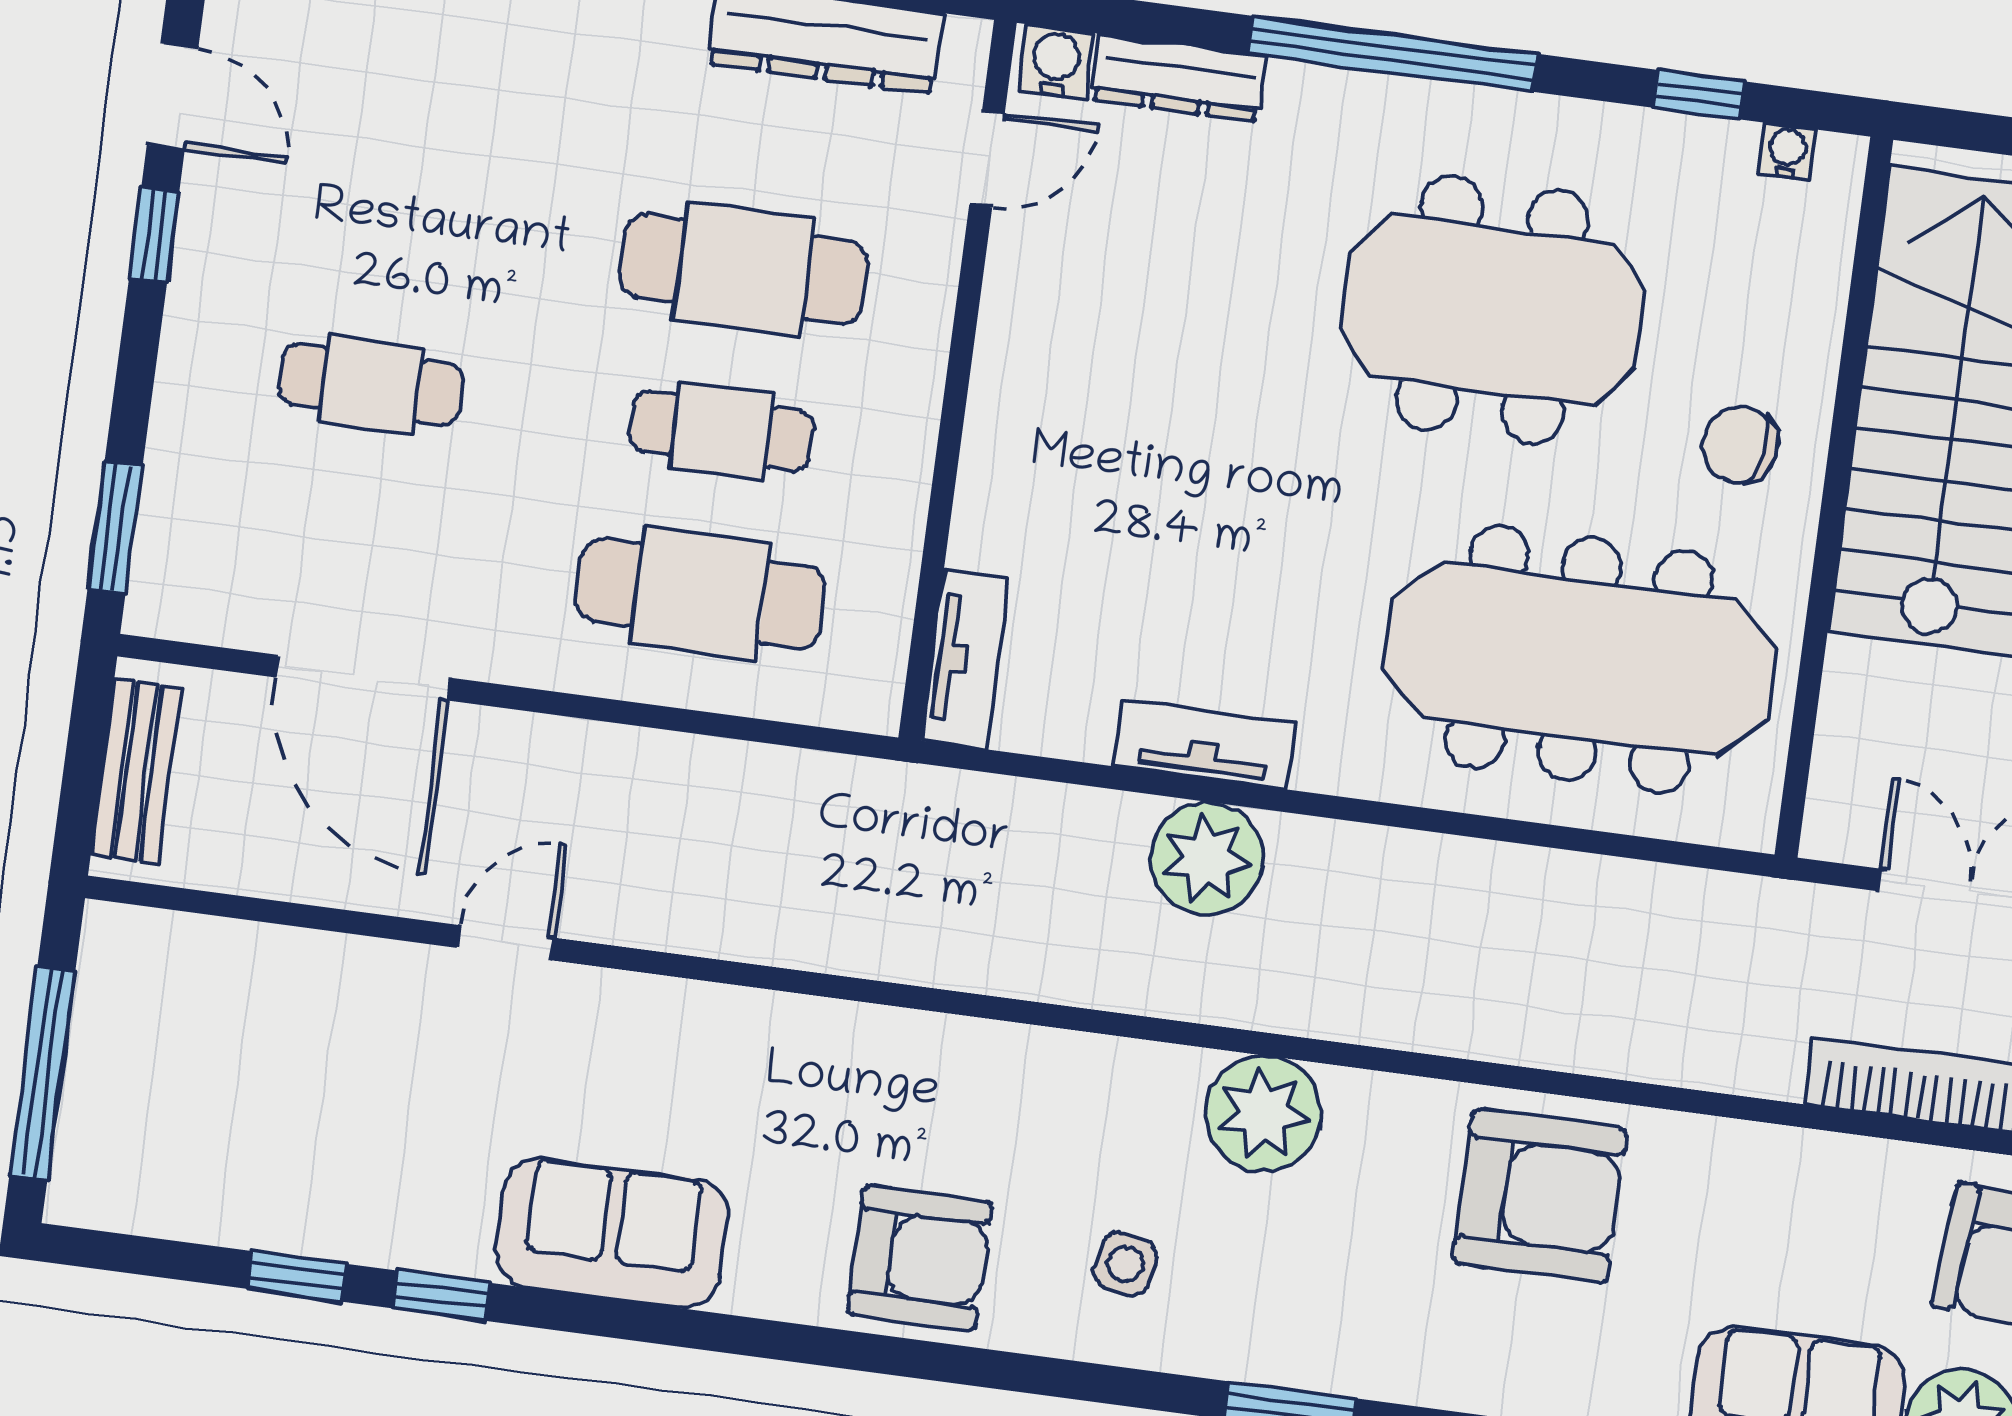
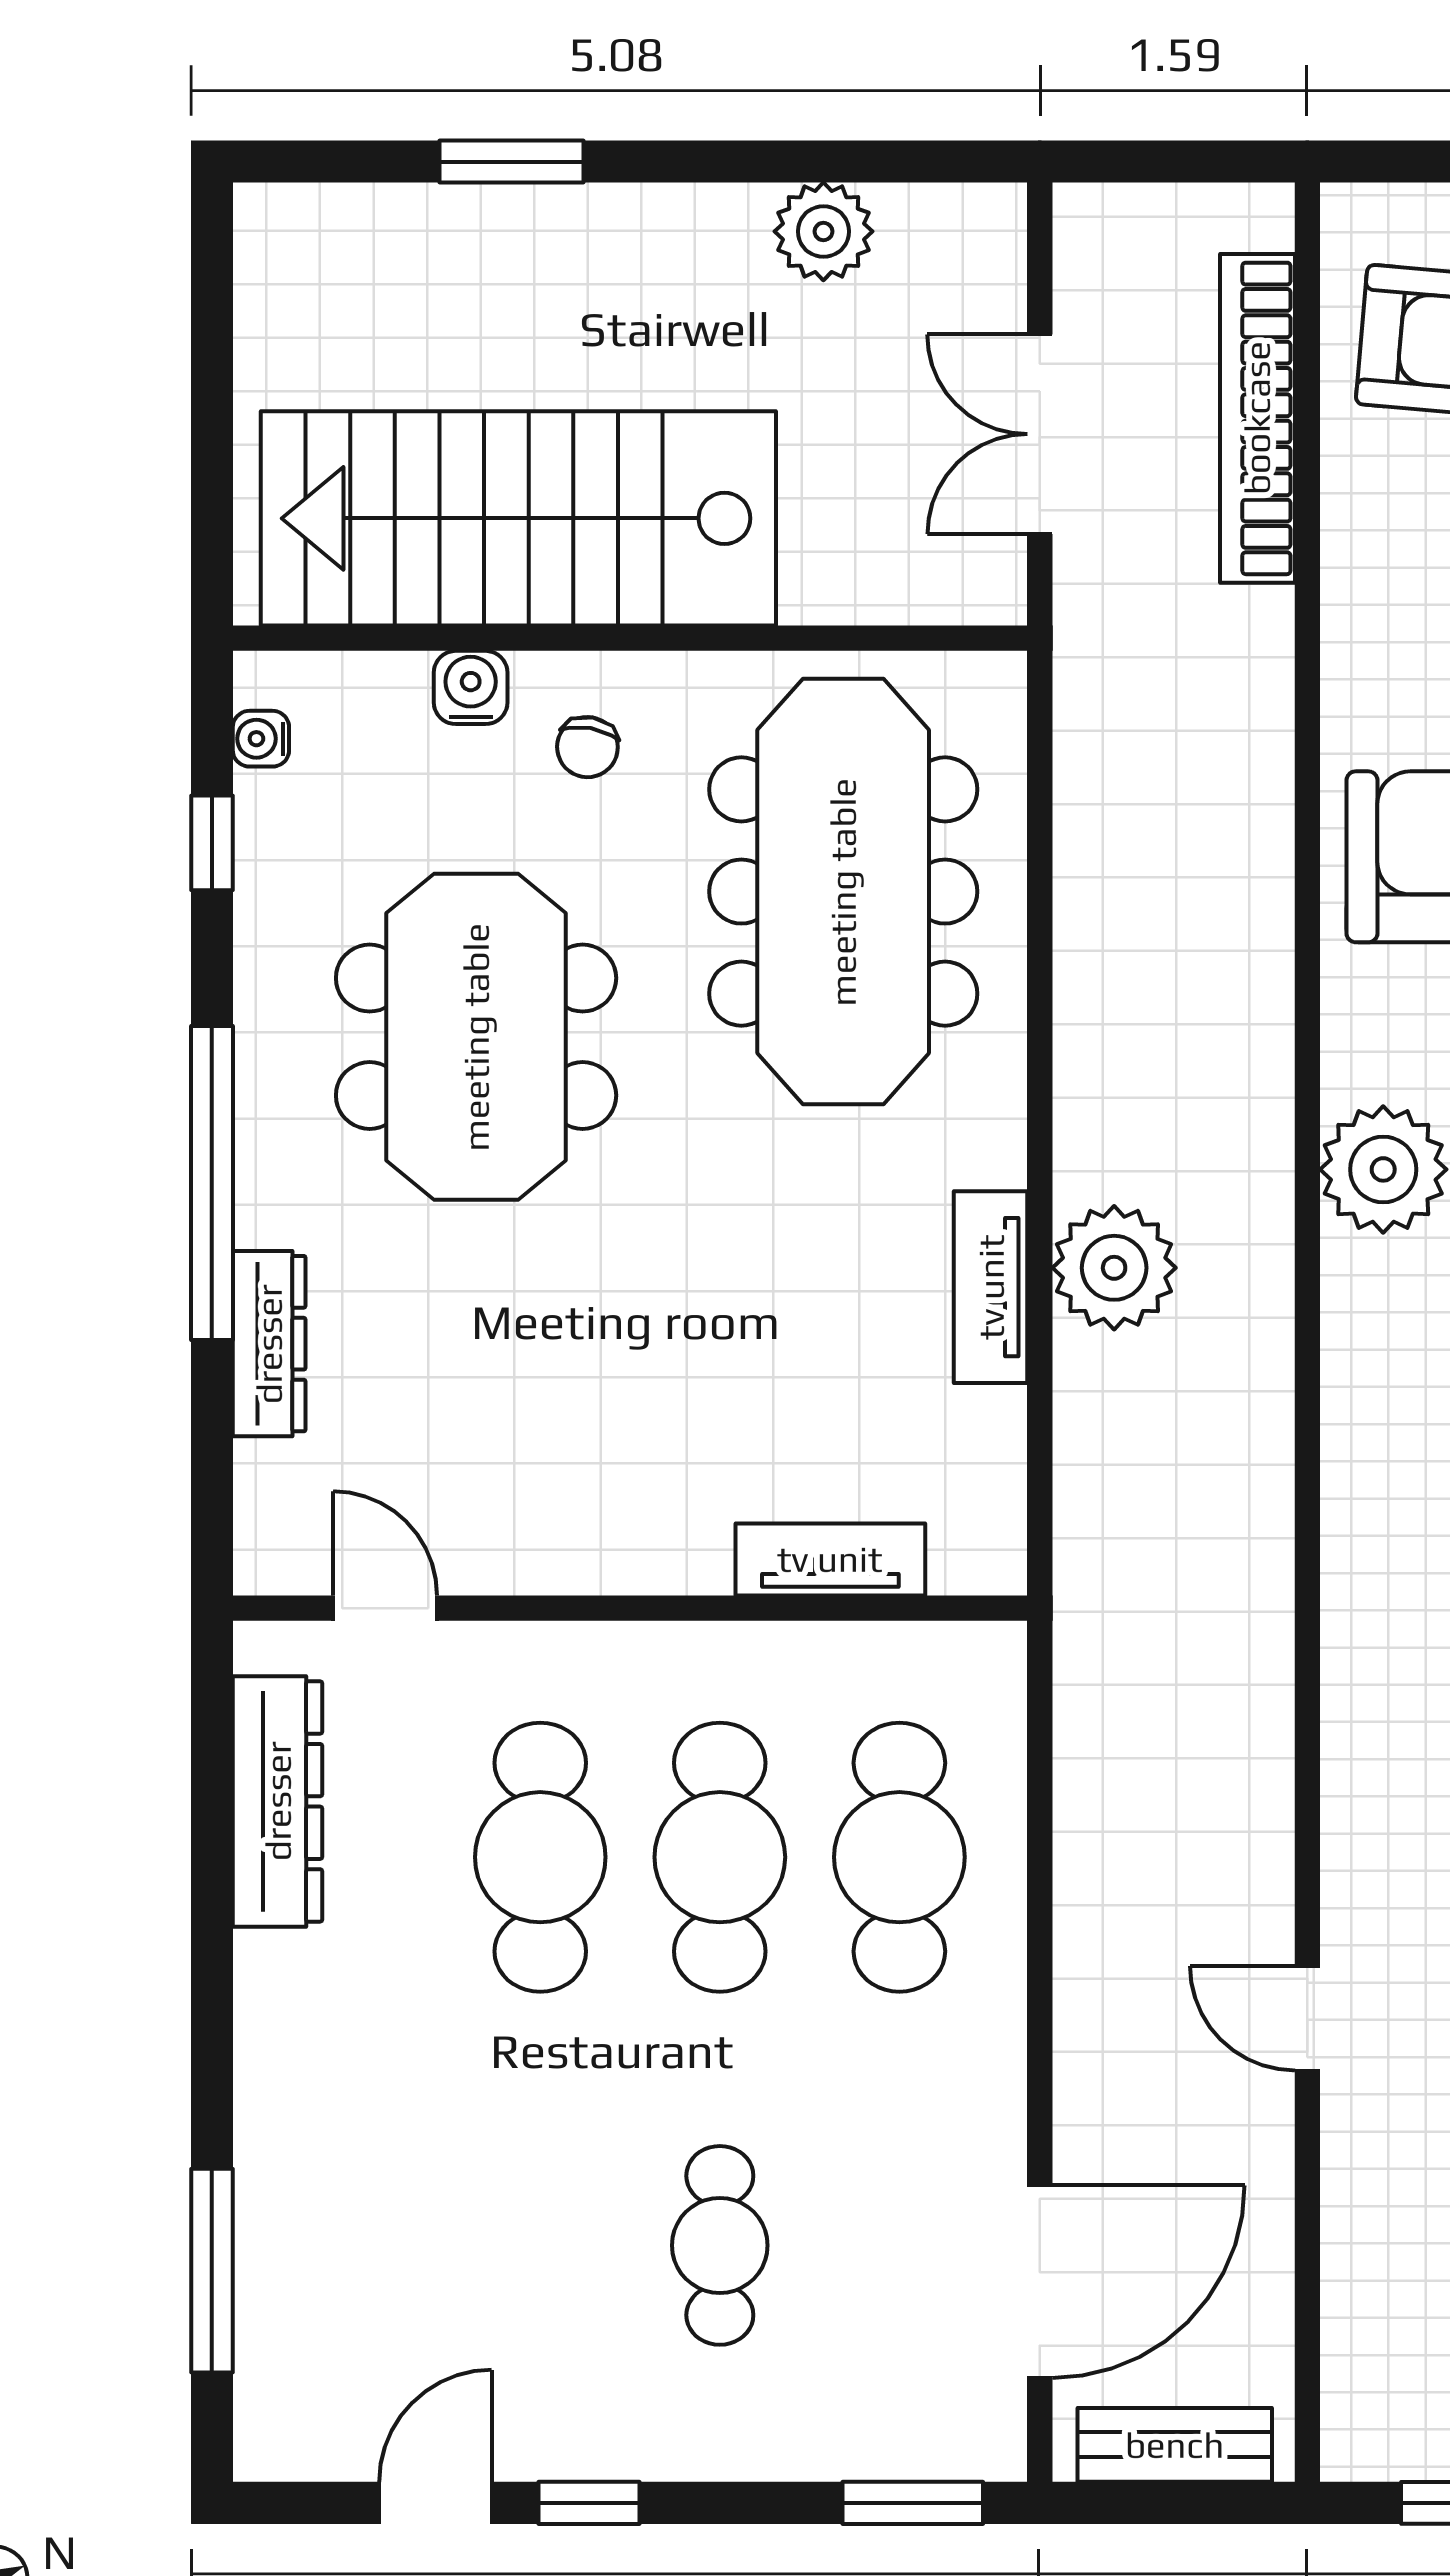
water cooler: (1056, 62) -> (471, 687), moved, turned 90
dresser: (1179, 78) -> (269, 1344), moved
cafe table: (722, 431) -> (720, 1857), width x1.37, depth x1.35
chair: (1741, 446) -> (587, 747), width x0.73, depth x0.73
tv unit: (965, 659) -> (830, 1559), moved
door: (363, 678) -> (1040, 2282), moved

